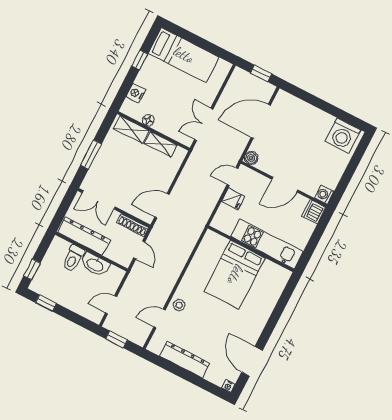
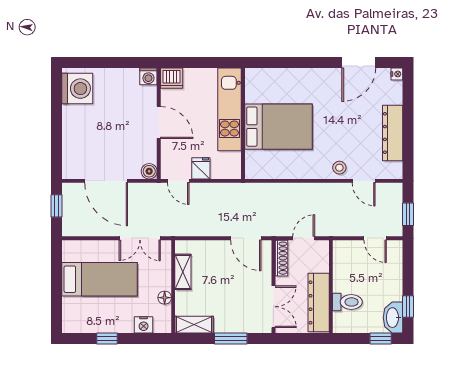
bed: (184, 55) -> (100, 279), moved, turned 90
shelving: (131, 130) -> (194, 325), moved, turned 90
washbasin: (95, 265) -> (393, 318), moved, turned 180

